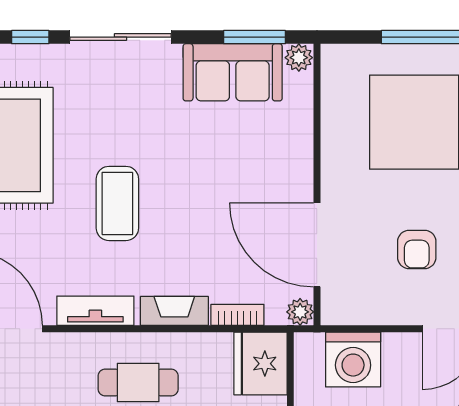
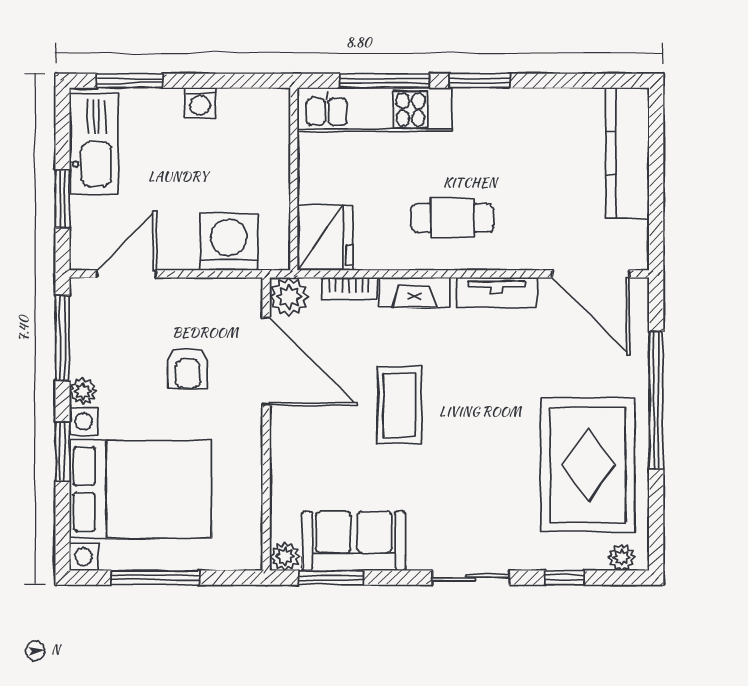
sliding door: (120, 37) -> (471, 578), width x0.73
coffee table: (117, 203) -> (399, 405), moved
armchair: (417, 249) -> (188, 368), moved, turned 180
plant: (300, 312) -> (289, 297), width x1.38, depth x1.38

